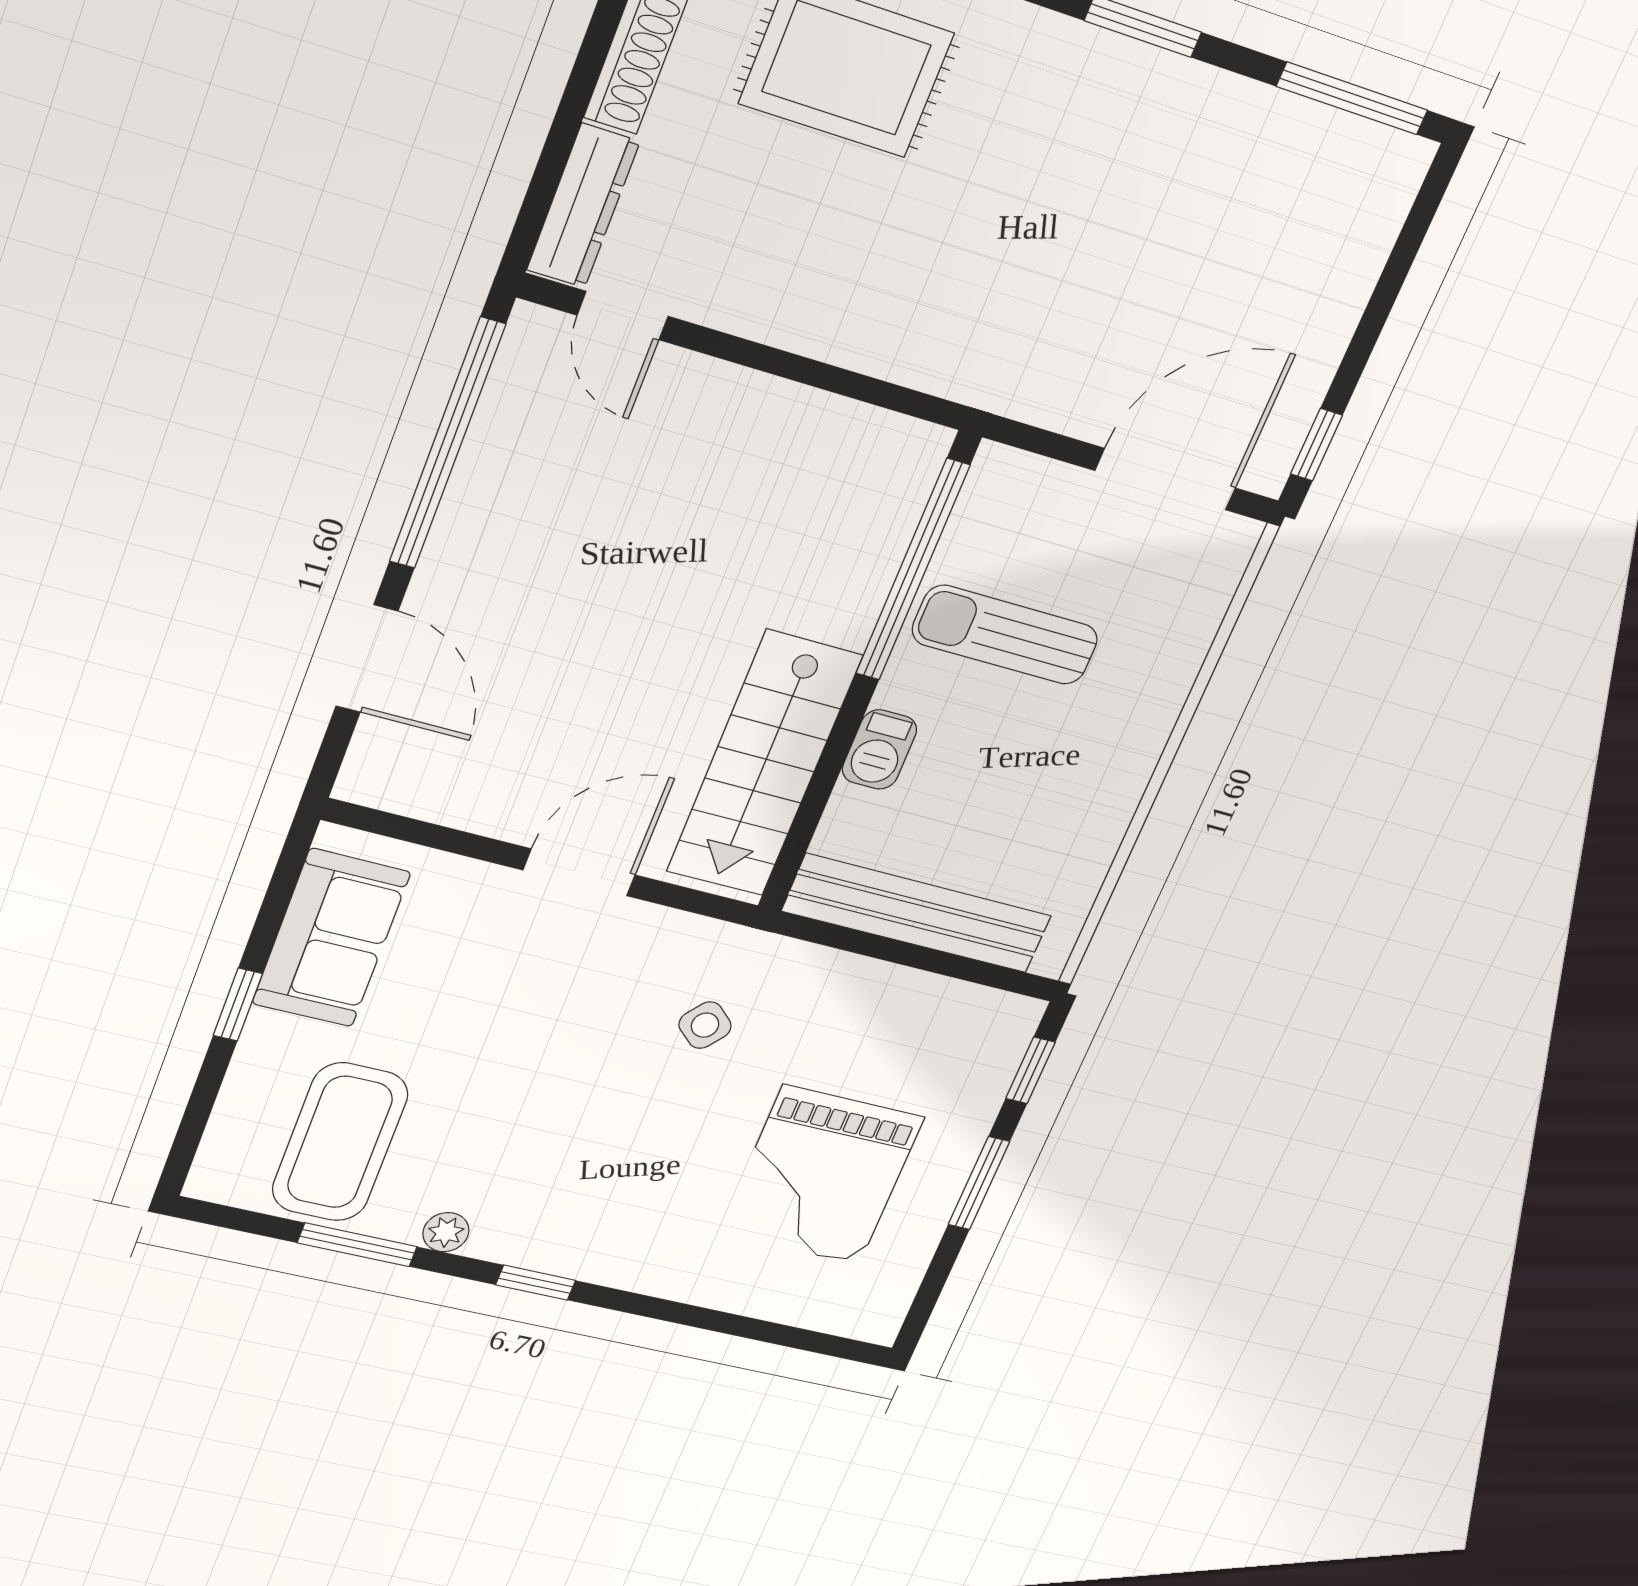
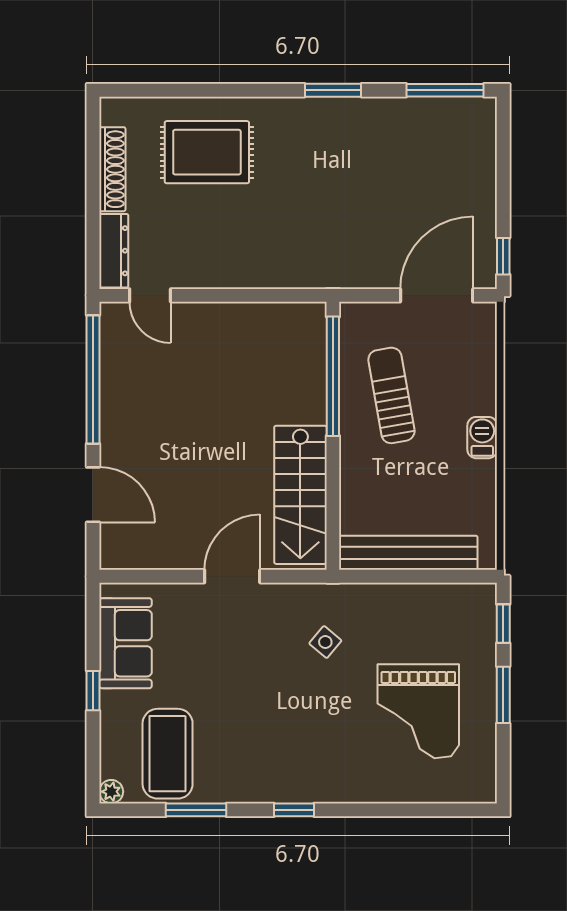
sun lounger: (1005, 635) -> (391, 395), turned 80
barbecue: (879, 750) -> (482, 438), moved, turned 180
plant: (446, 1232) -> (111, 792), moved

